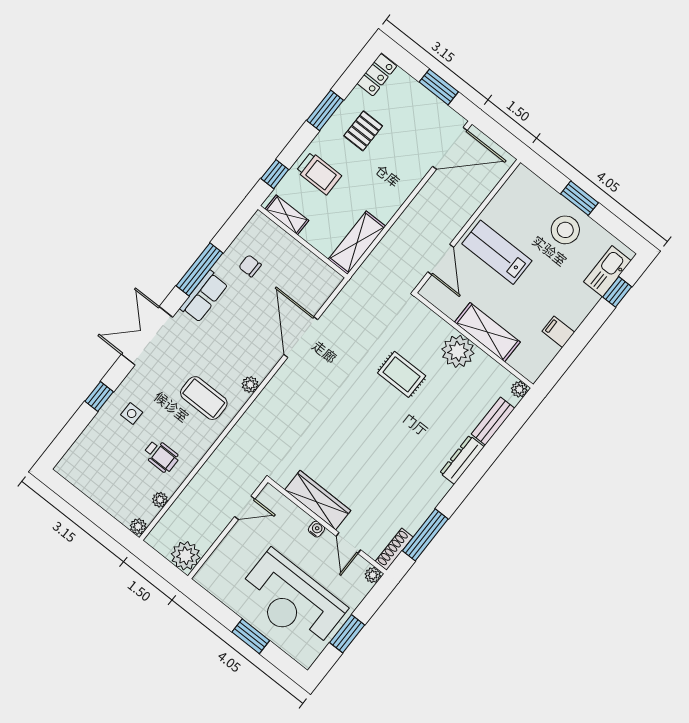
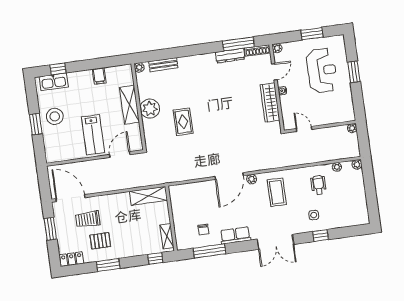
trolley: (319, 173) -> (88, 219), moved, turned -90
window: (199, 269) -> (209, 251), moved
door: (301, 337) -> (229, 176), moved
dresser: (462, 460) -> (230, 56), moved
plant: (186, 556) -> (352, 128), width x0.53, depth x0.53
reception desk: (292, 600) -> (322, 70), width x0.74, depth x0.77

